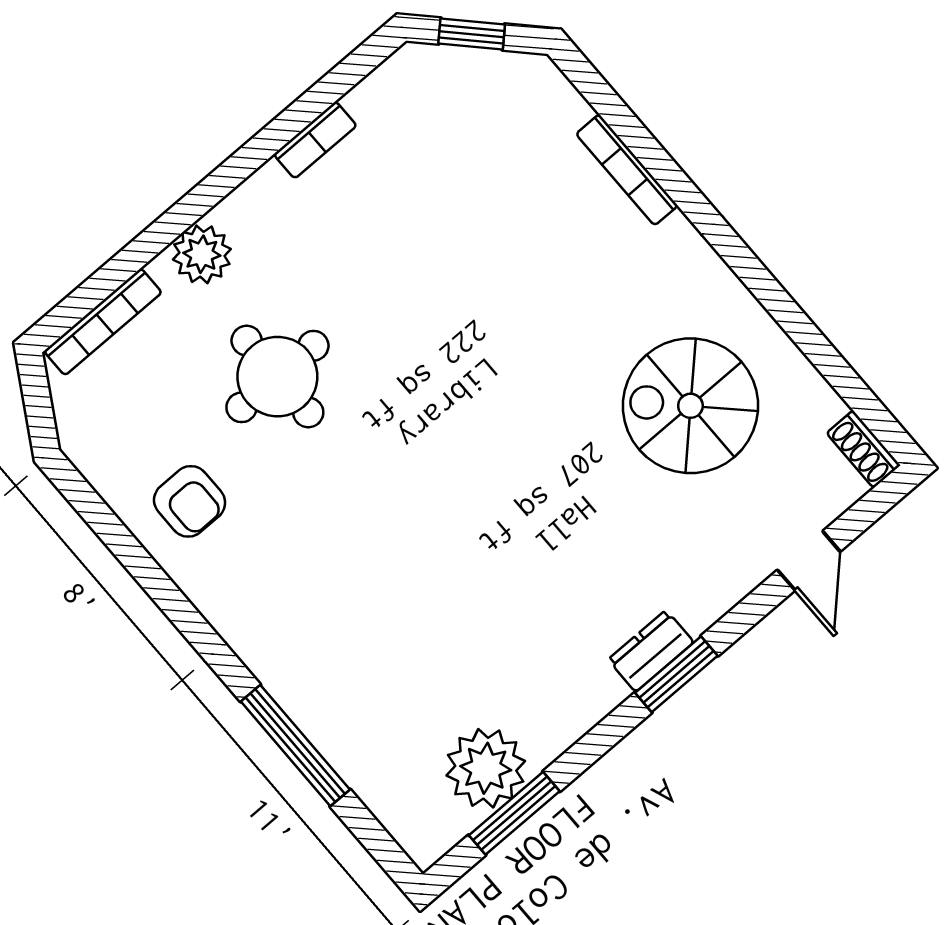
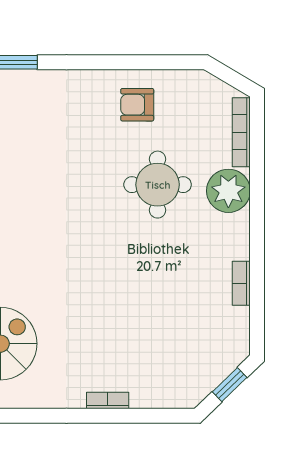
bookcase: (627, 170) -> (108, 401), width x0.64
plant: (202, 254) -> (228, 191), width x1.36, depth x1.36

